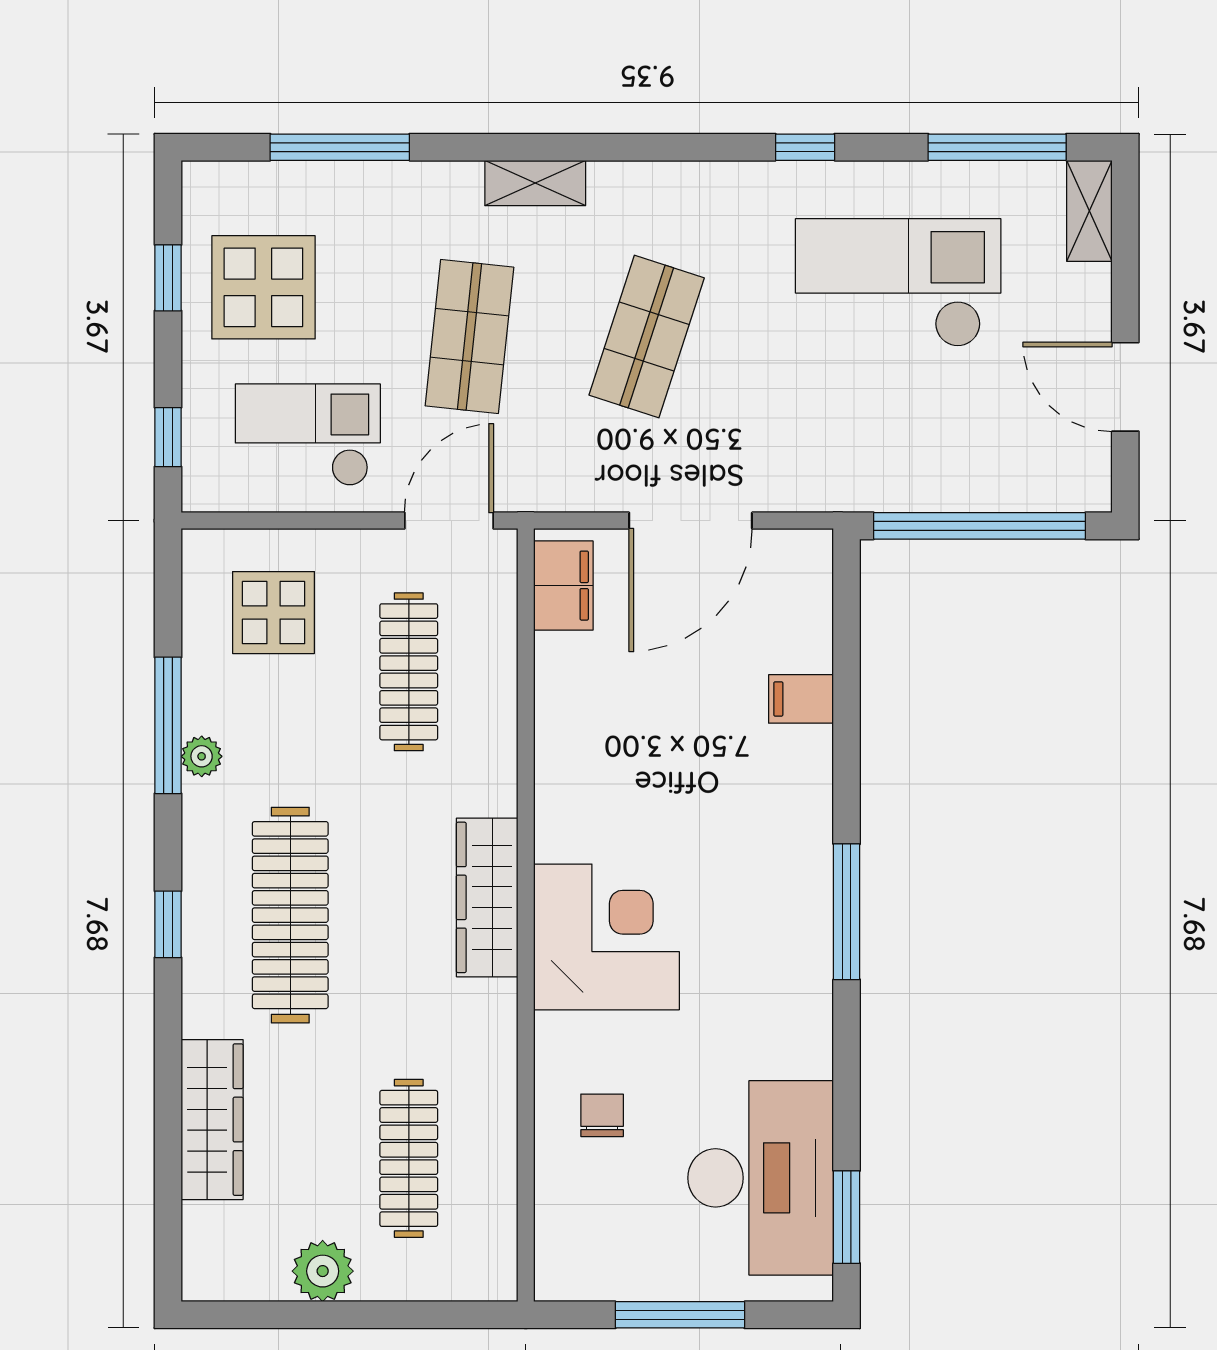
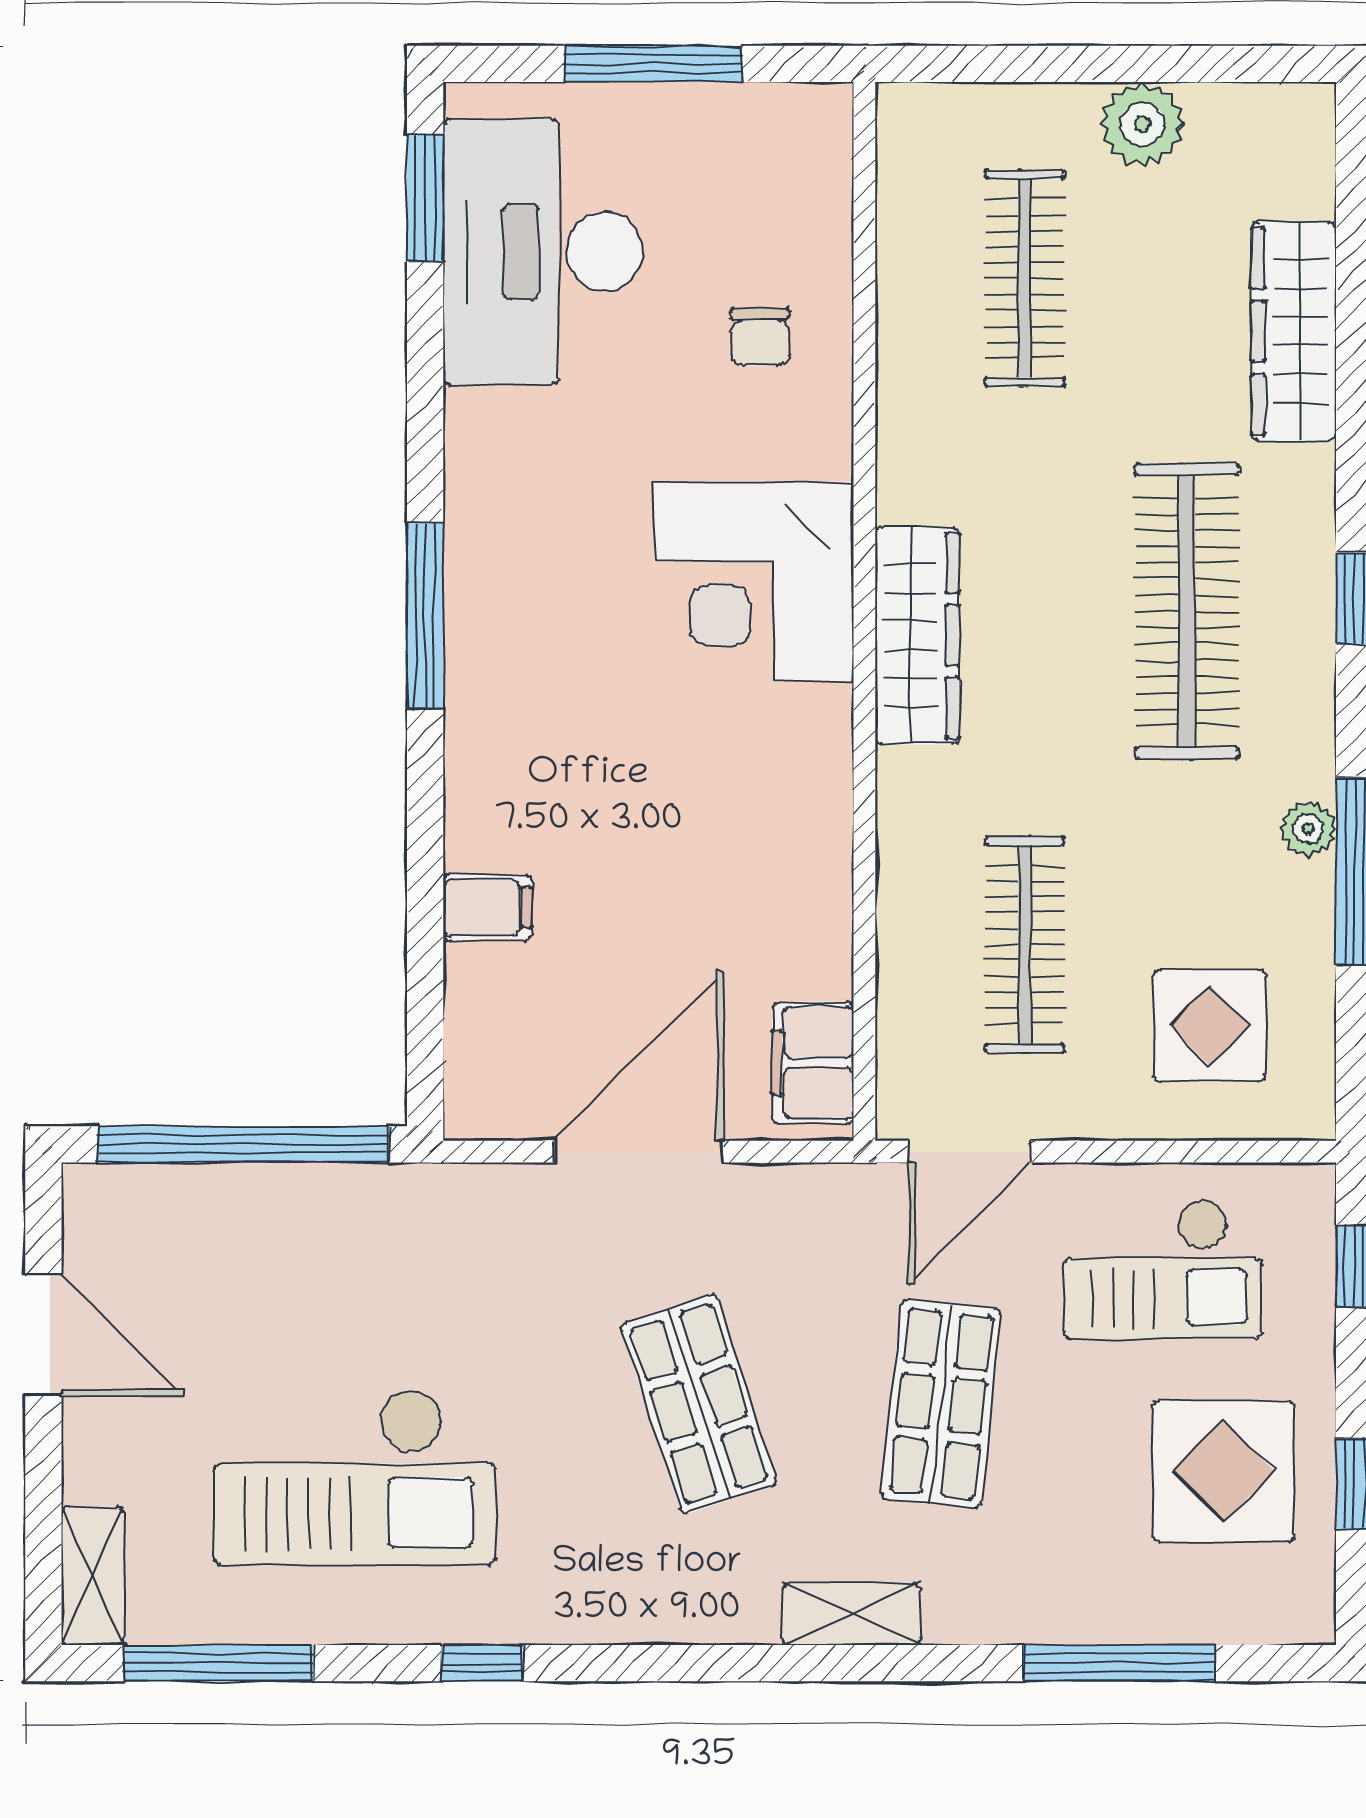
shop shelf: (647, 337) -> (699, 1404), turned -36

